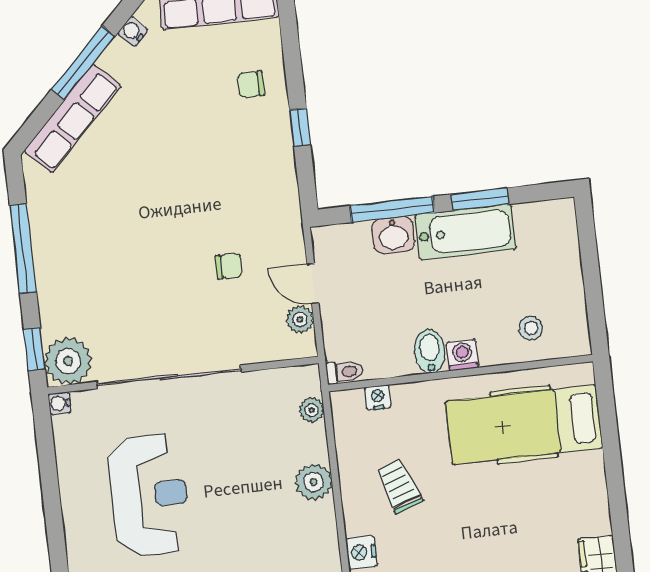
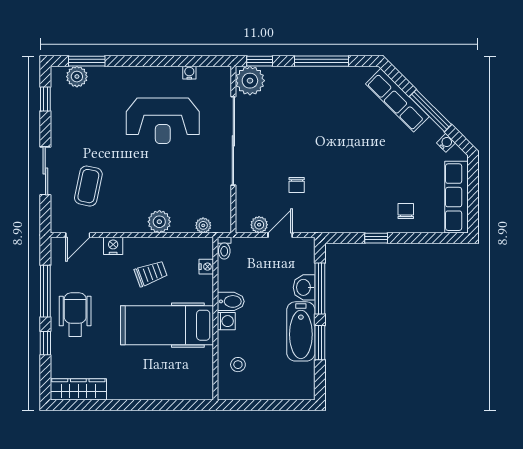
water cooler: (60, 403) -> (189, 73), moved
hospital bed: (524, 425) -> (167, 325), moved, turned -90

